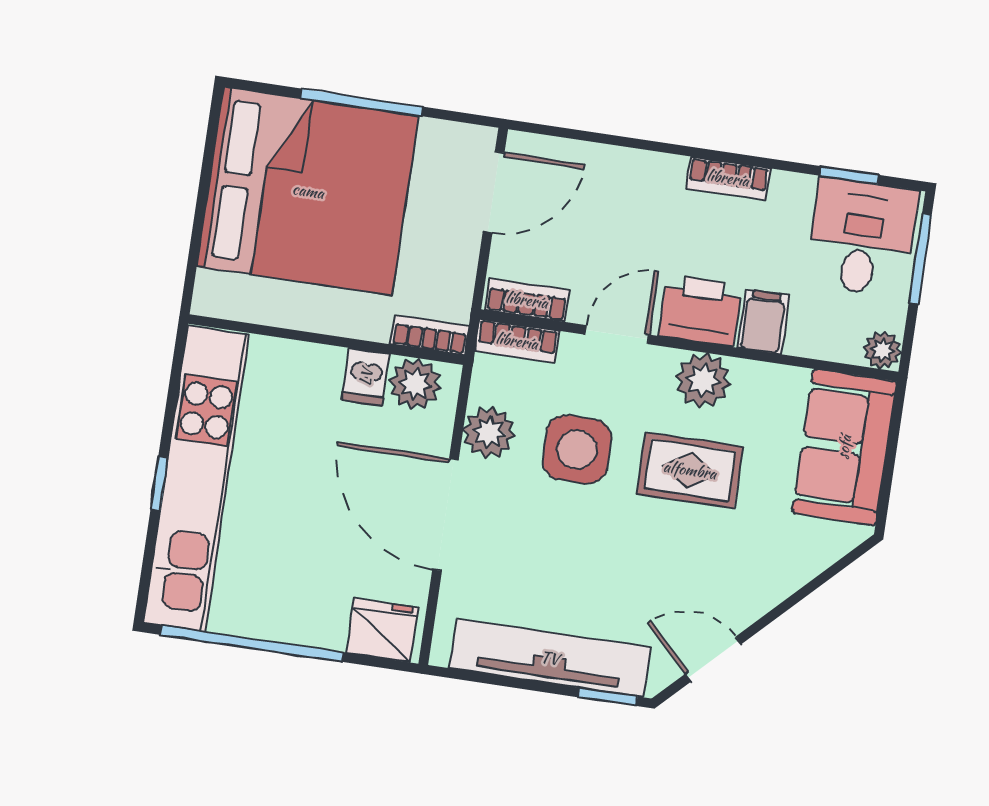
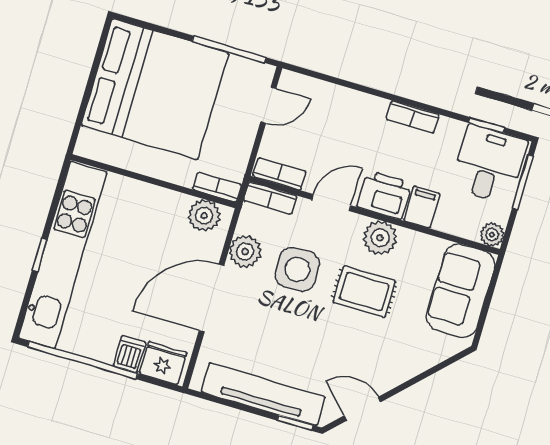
window: (362, 102) -> (229, 49), moved
door: (494, 192) -> (268, 105), width x0.73
dishwasher: (366, 377) -> (130, 354), moved, turned 180
door: (446, 515) -> (212, 298), hinge flipped

